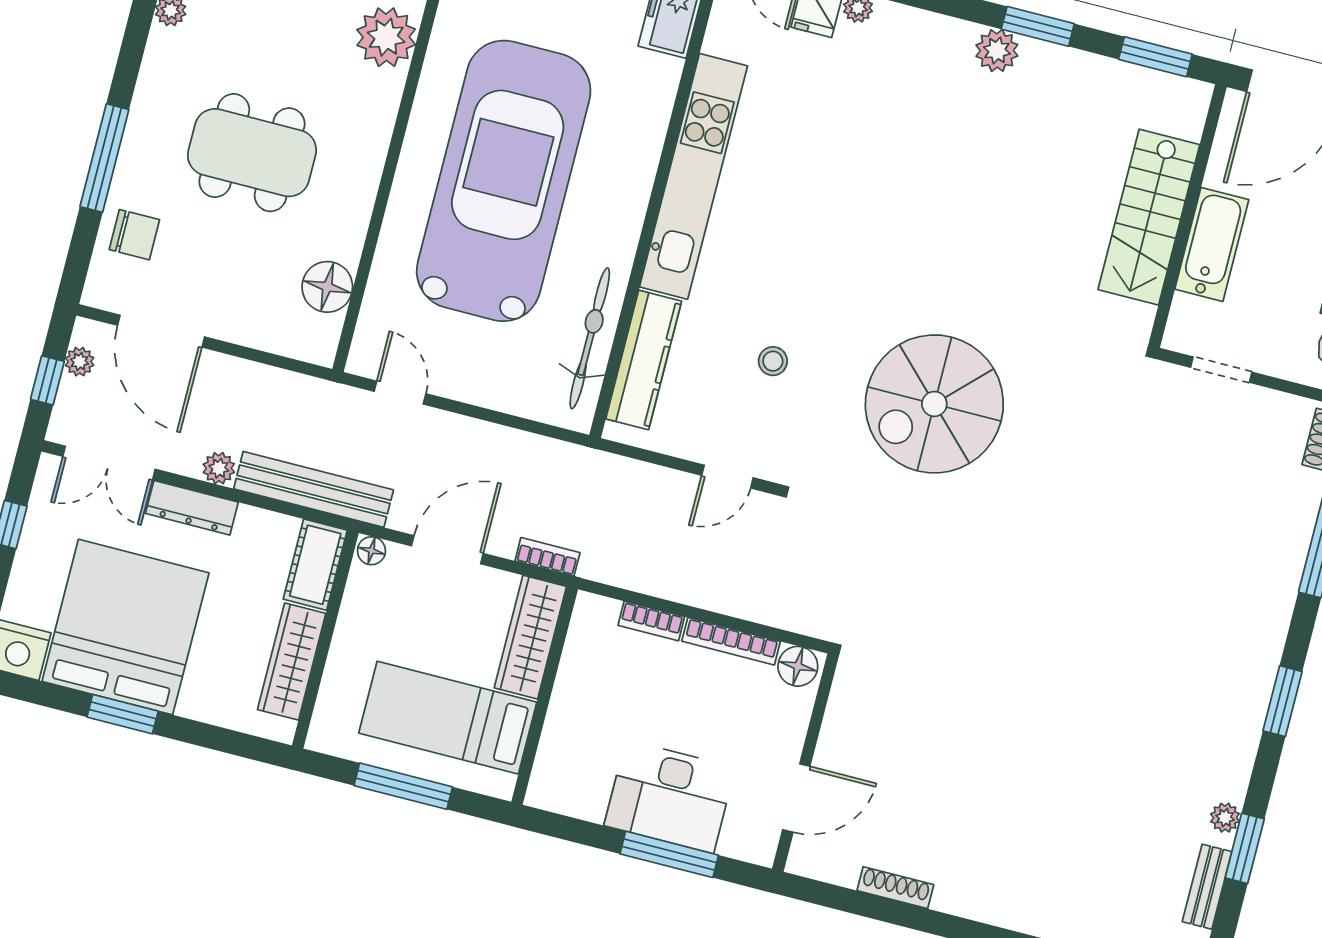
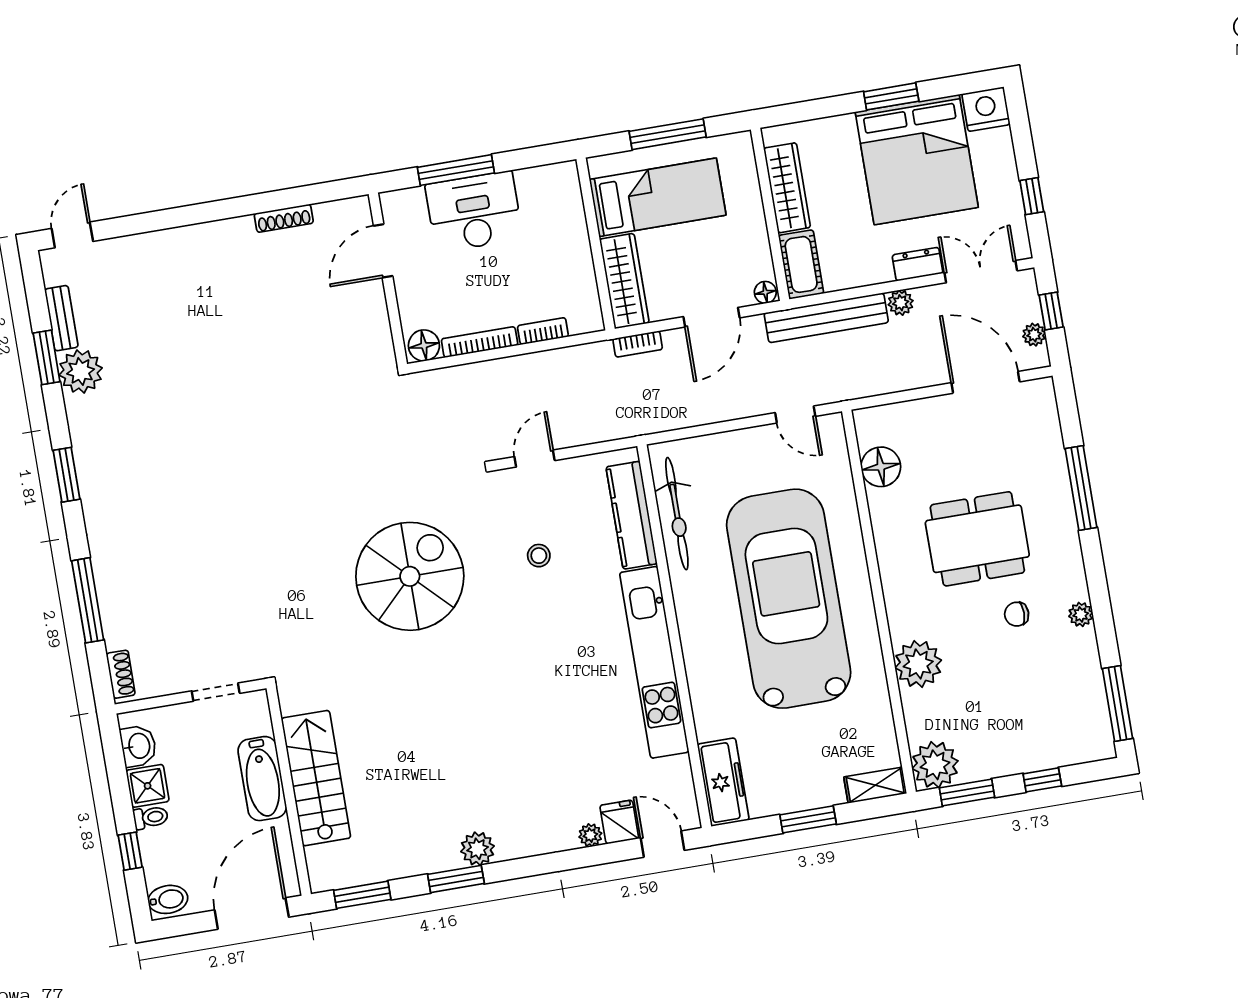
car: (504, 181) -> (789, 599), turned 180
chair: (134, 235) -> (1017, 614), moved, width x0.73, depth x0.73
dresser: (192, 508) -> (918, 264), width x0.70
plant: (1225, 818) -> (81, 371), width x1.88, depth x1.88

